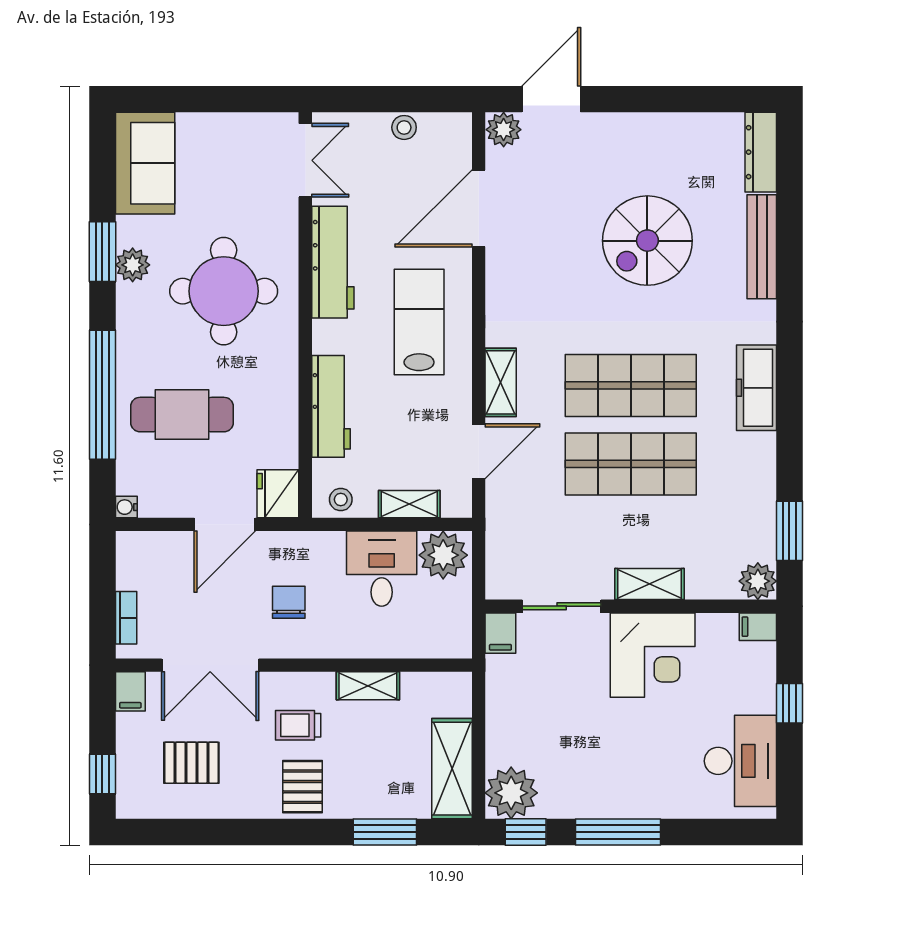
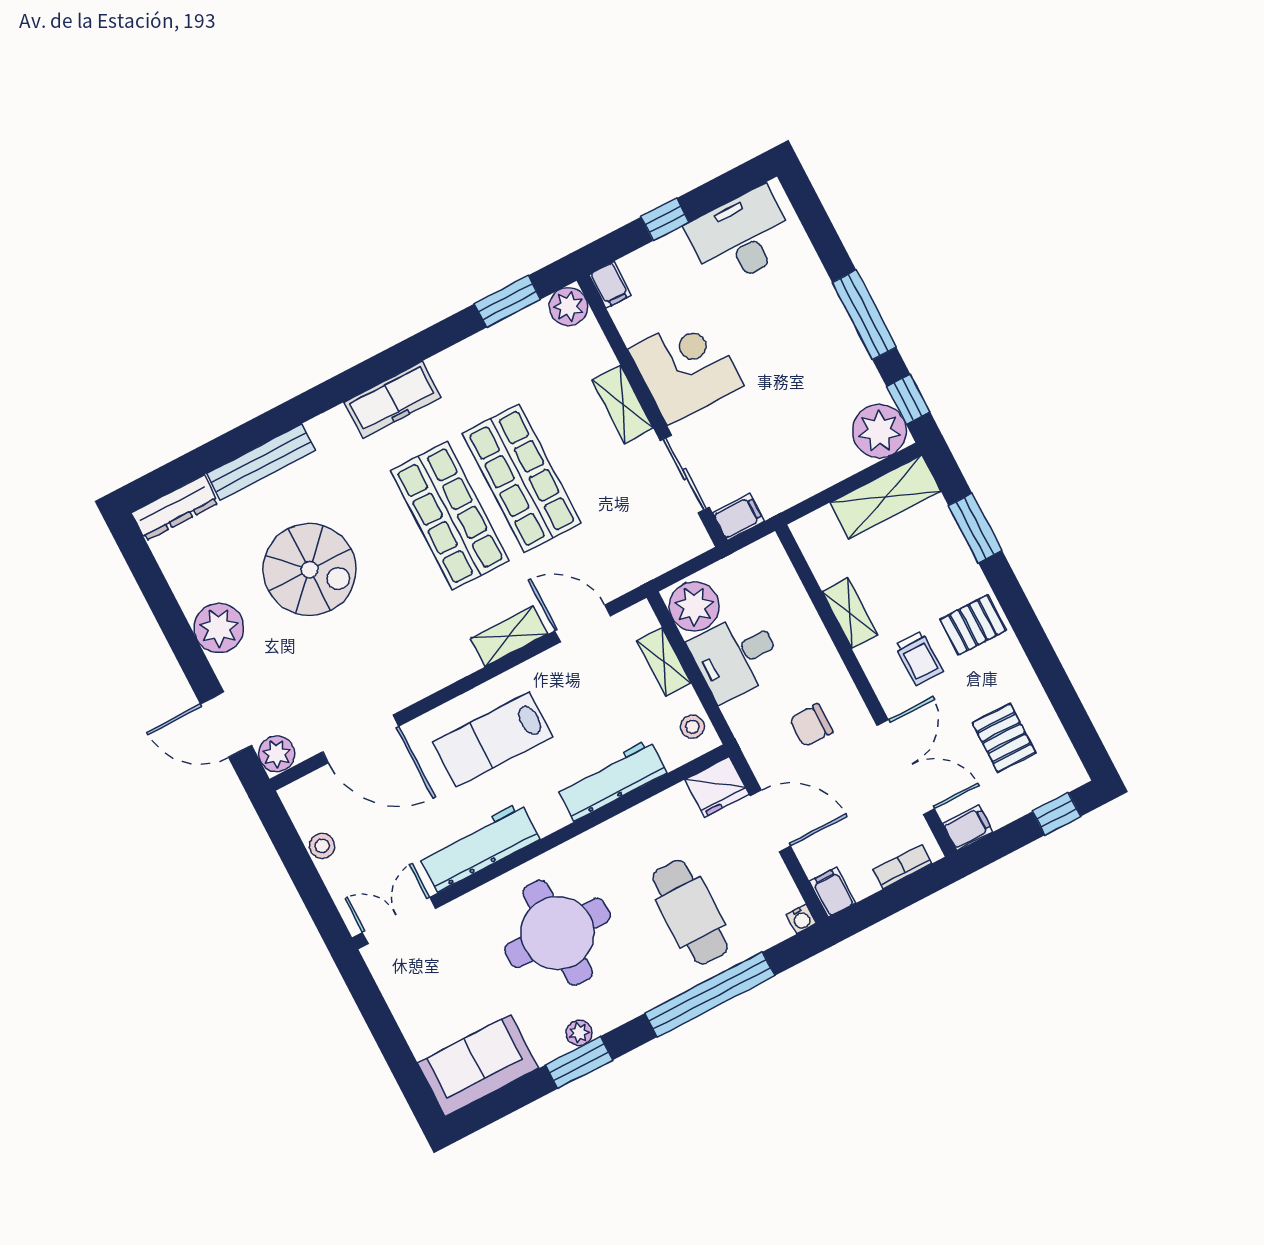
plant: (638, 136) -> (219, 628), added
plant: (133, 265) -> (579, 1033), width x0.73, depth x0.73
filing cabinet: (135, 546) -> (832, 892), added

